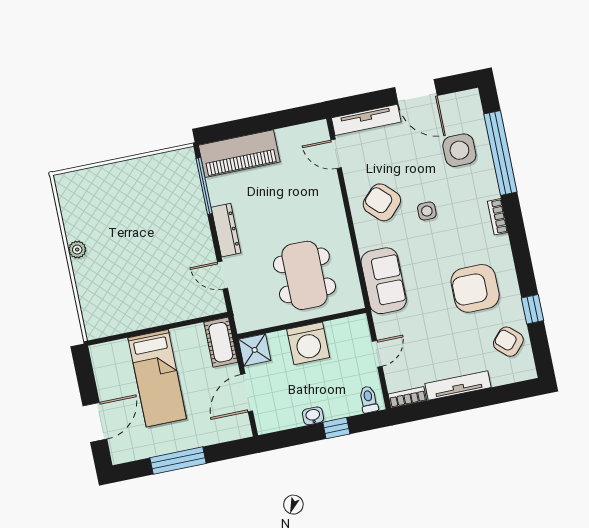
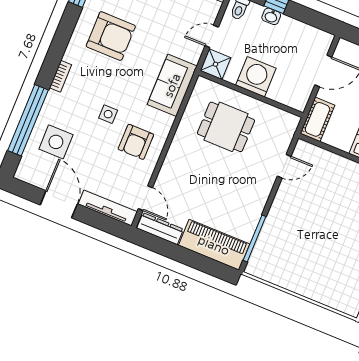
armchair: (382, 202) -> (136, 142), turned 46
dresser: (226, 230) -> (160, 229), moved, turned 90
door: (222, 275) -> (284, 166), hinge flipped
dining table: (304, 275) -> (226, 127), width x0.73
shower: (255, 350) -> (216, 64), moved
washbasin: (313, 416) -> (271, 16), moved

